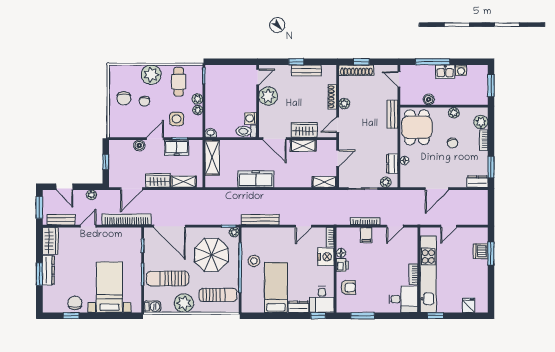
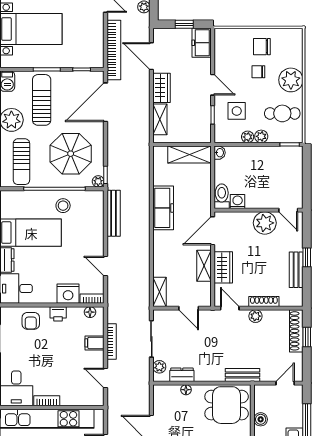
boiler: (139, 145) -> (204, 65), removed
freezer: (177, 148) -> (202, 43), moved
floor lamp: (341, 253) -> (90, 312), moved

